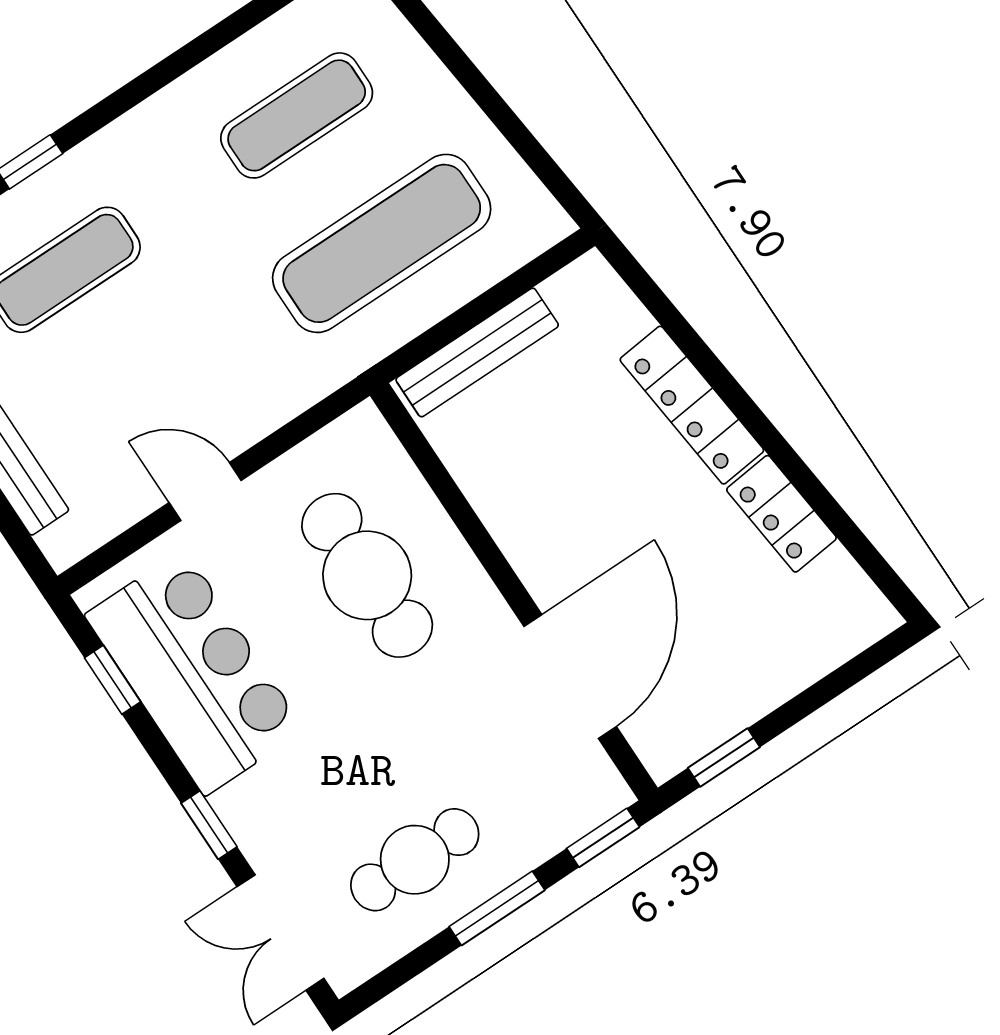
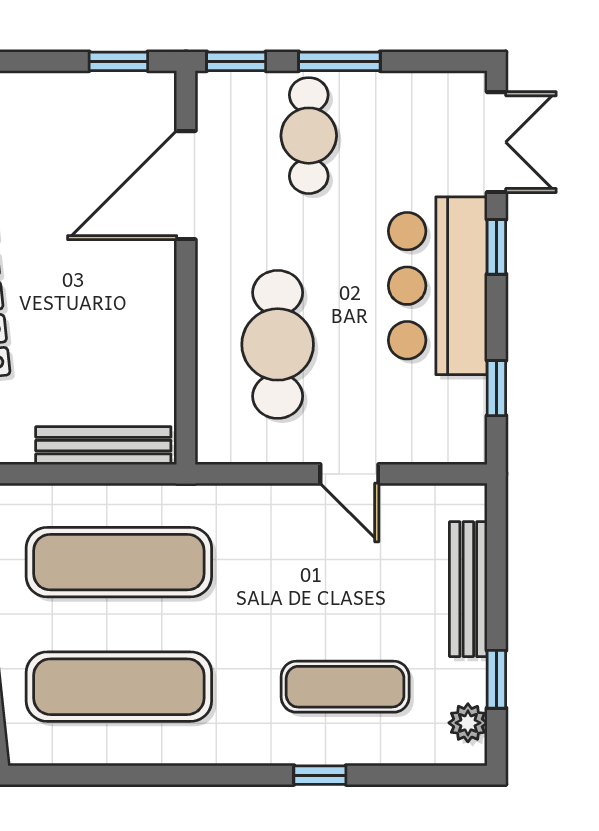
exercise mat: (297, 115) -> (119, 687), width x1.36, depth x1.45
bar counter: (195, 672) -> (438, 286), moved
cafe table: (415, 860) -> (309, 136), moved, turned 90

